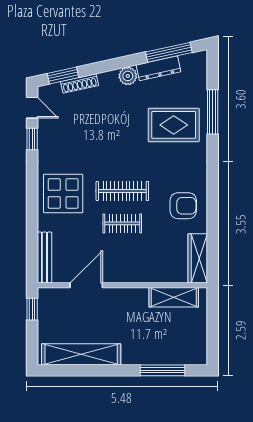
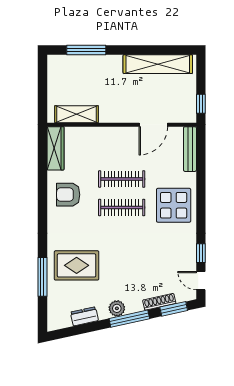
window: (169, 52) -> (129, 319), moved
dresser: (159, 68) -> (84, 316), width x0.70
clothes rail: (122, 223) -> (122, 179), width x1.36

